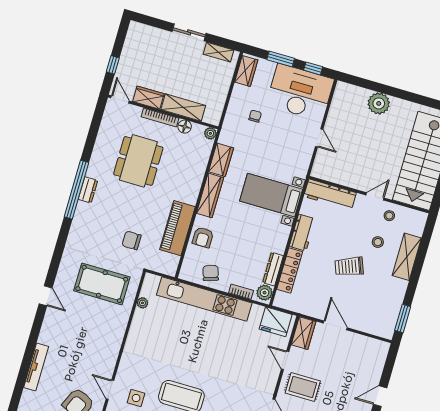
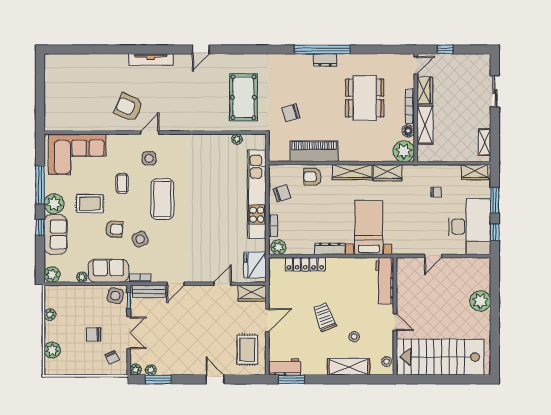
sliding door: (189, 32) -> (495, 92), moved
plant: (210, 133) -> (404, 151), width x1.87, depth x1.87
dining table: (138, 161) -> (365, 98), turned 90
stool: (389, 216) -> (387, 362), moved
workbench: (302, 233) -> (285, 367), moved, turned 180
chair: (132, 240) -> (291, 113), turned -106
dresser: (273, 269) -> (330, 249), moved
door: (46, 296) -> (201, 49), moved
rug: (303, 387) -> (247, 350), moved

